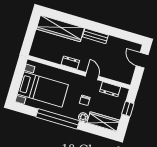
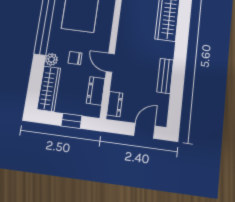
bench: (95, 36) -> (165, 76), moved
dresser: (70, 63) -> (115, 104), moved
door: (92, 76) -> (110, 63), swing flipped

